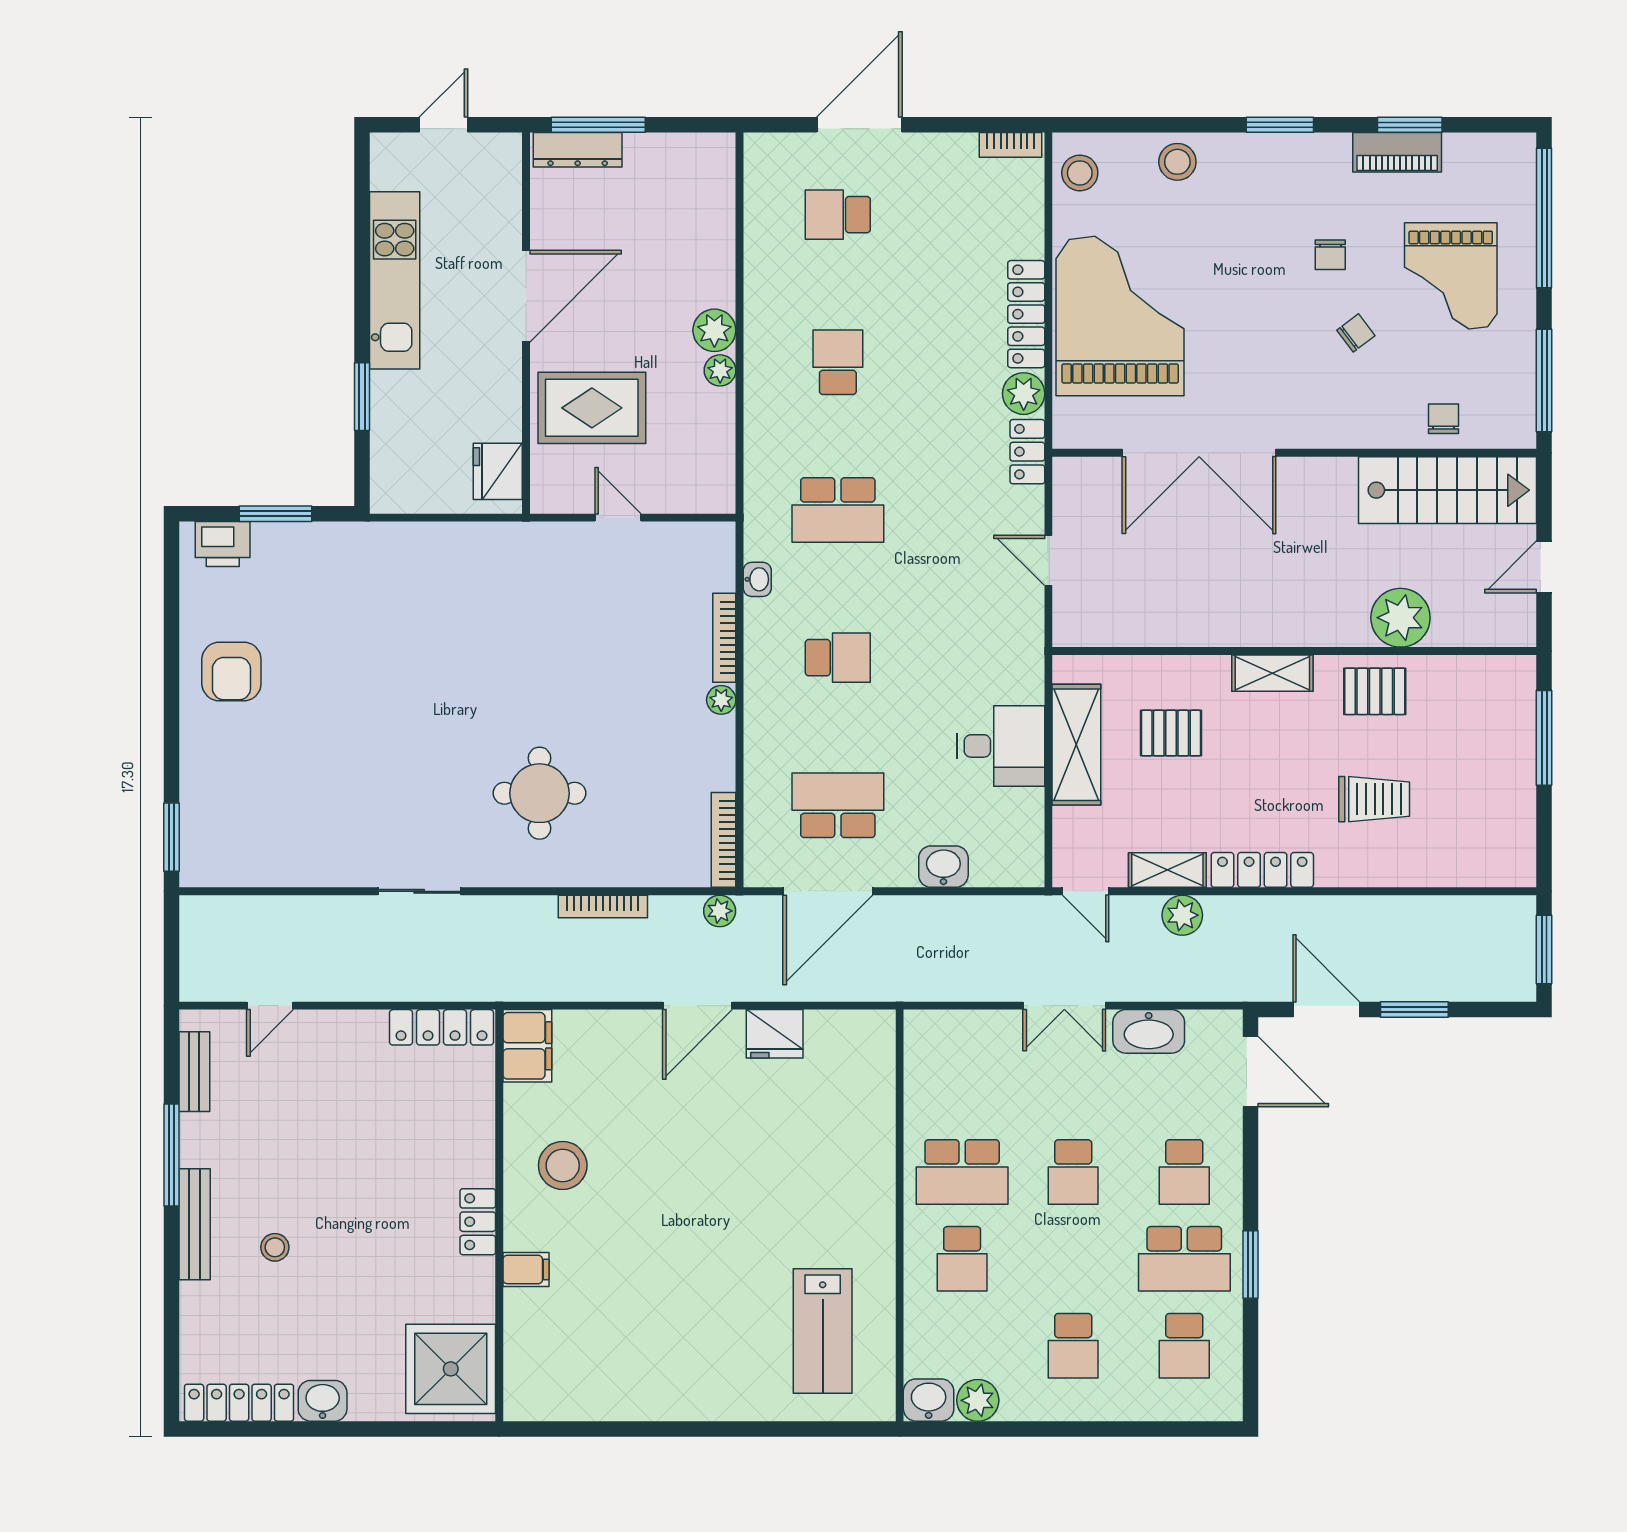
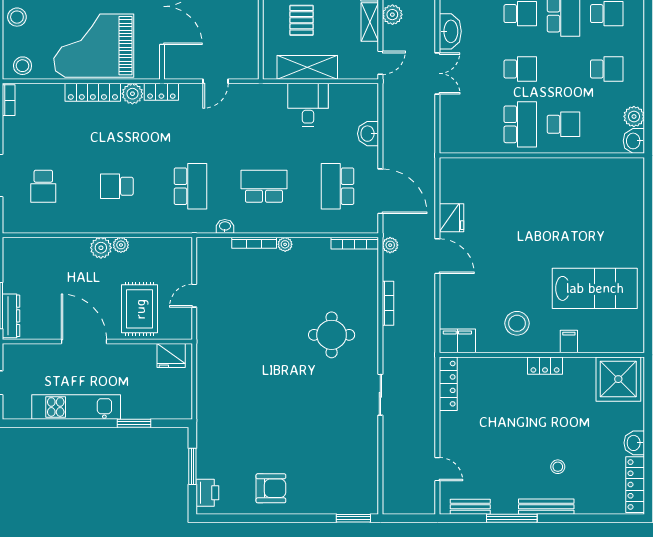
school desk: (838, 658) -> (264, 186), width x1.85
lab bench: (823, 1331) -> (595, 288), moved, width x1.36, depth x1.39

